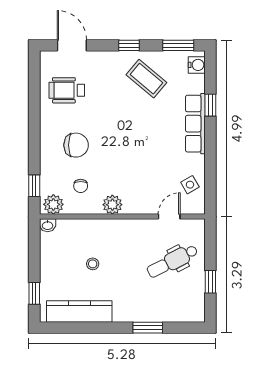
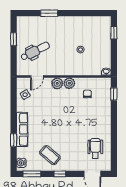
wheelchair: (67, 90) -> (95, 148), turned -90
chair: (76, 145) -> (90, 117), removed
plant: (53, 204) -> (57, 83), moved
kitchen counter: (79, 311) -> (88, 22), removed

